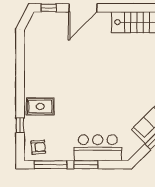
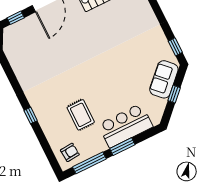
rug: (40, 106) -> (81, 115), moved, turned 90
window: (20, 125) -> (31, 116), moved

